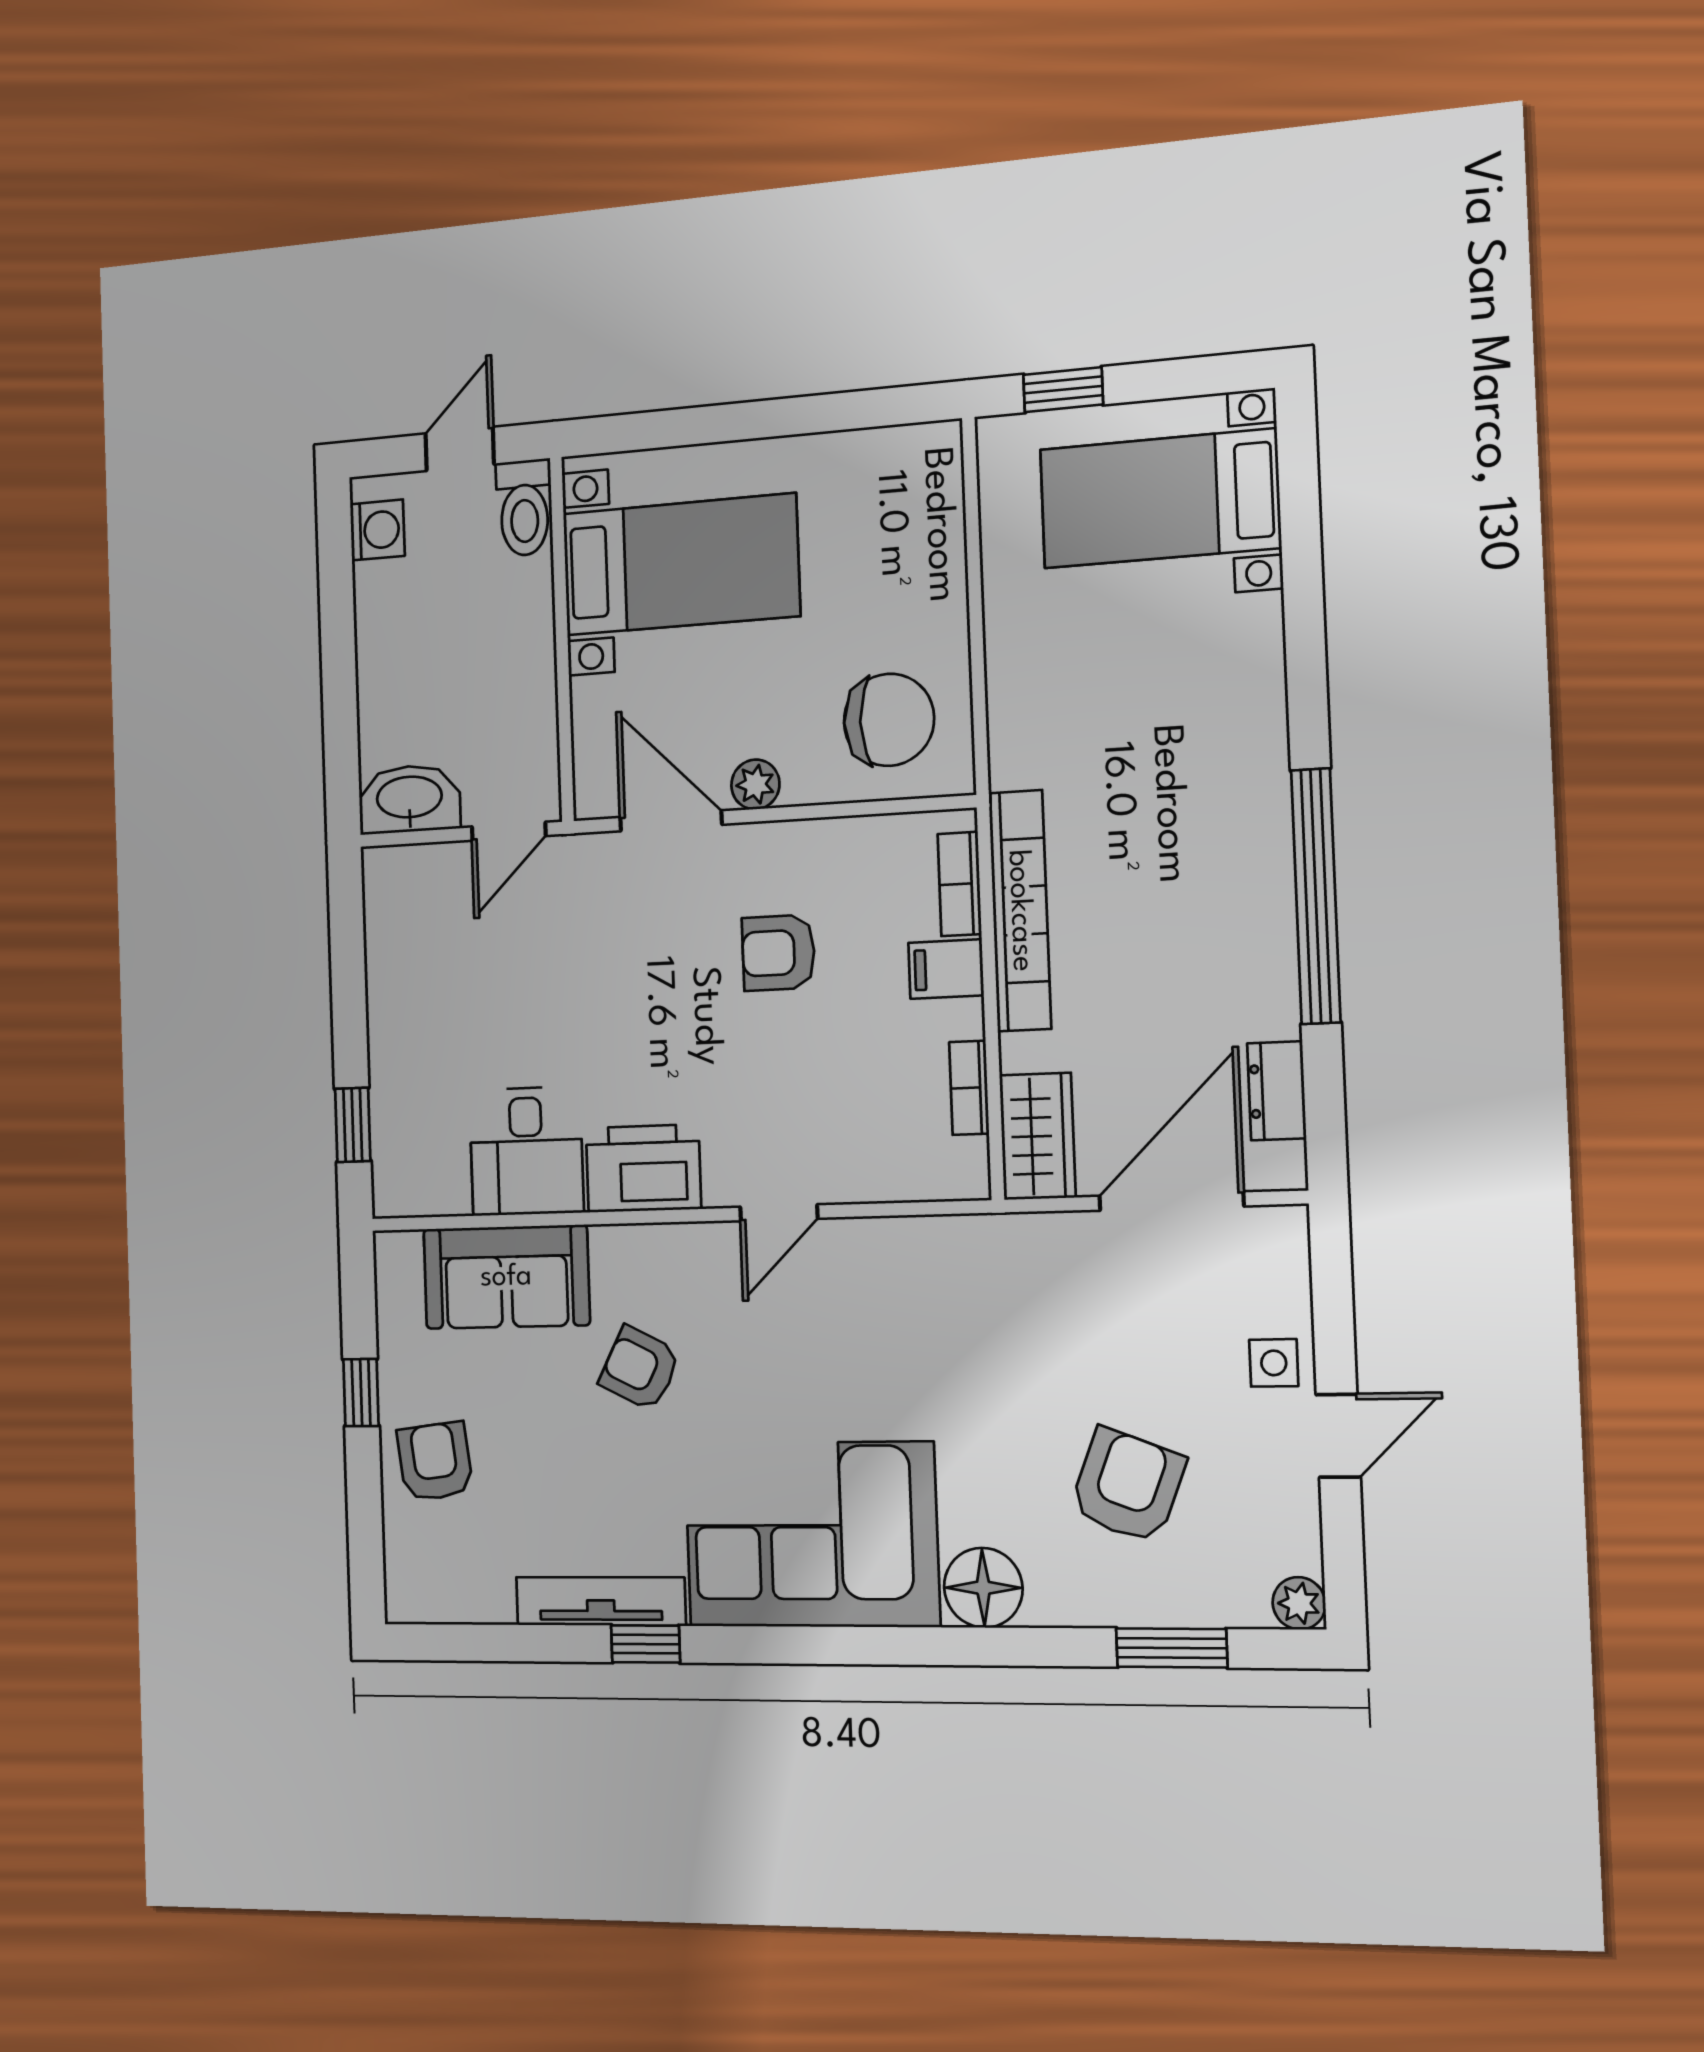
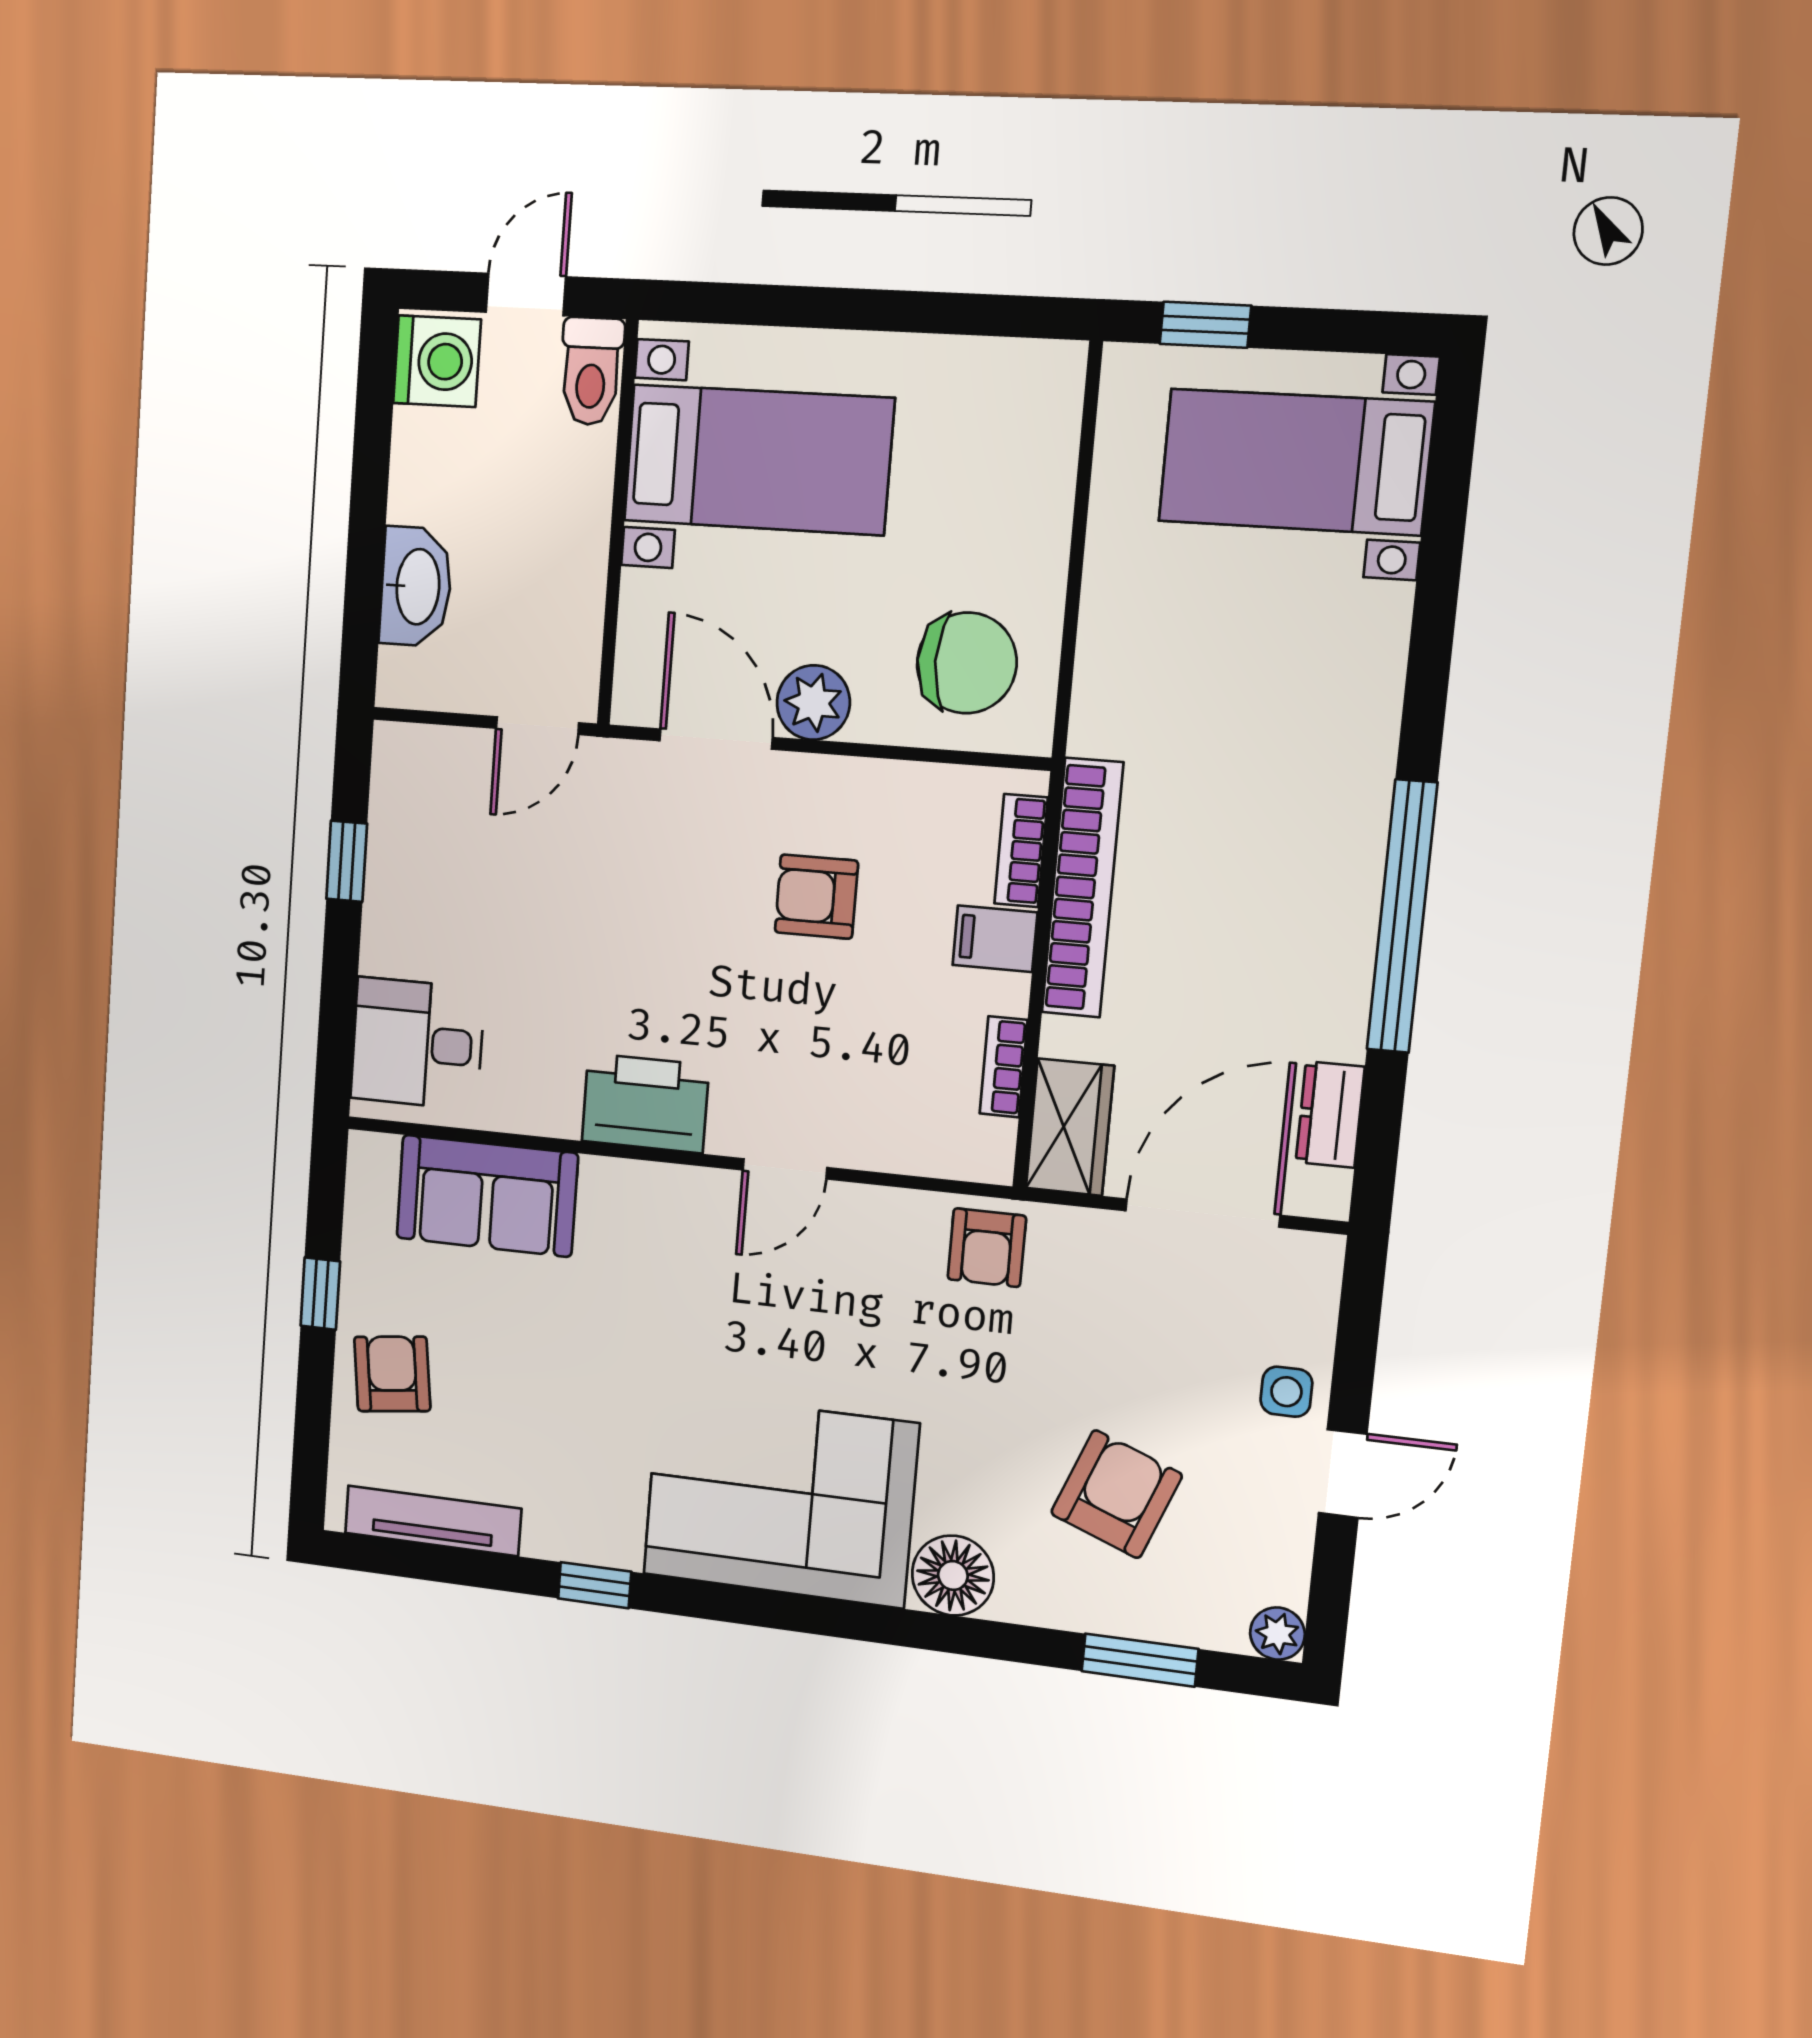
washing machine: (377, 530) -> (437, 361), width x1.38, depth x1.38
plant: (755, 784) -> (813, 703), width x1.38, depth x1.38
washbasin: (409, 799) -> (416, 587), moved, turned 90
window: (353, 1125) -> (347, 861), moved
desk: (526, 1151) -> (417, 1044), moved, turned 90
armchair: (640, 1368) -> (987, 1248), moved, turned -117
tv unit: (601, 1601) -> (433, 1521), moved

